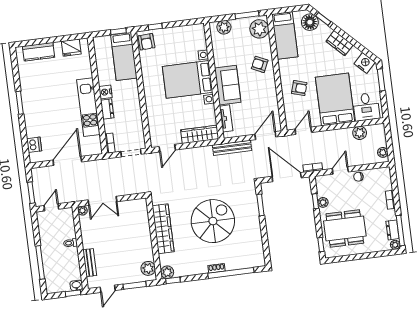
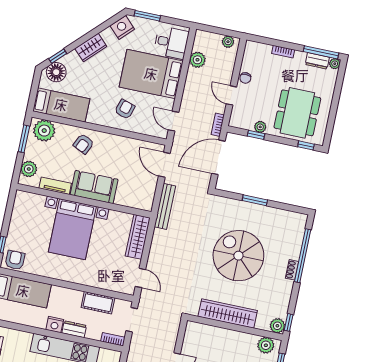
armchair: (146, 42) -> (15, 260), turned -87
tv unit: (226, 118) -> (55, 186), moved
cot: (135, 121) -> (98, 303), added
window: (260, 205) -> (255, 200), moved

